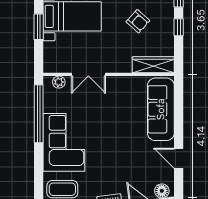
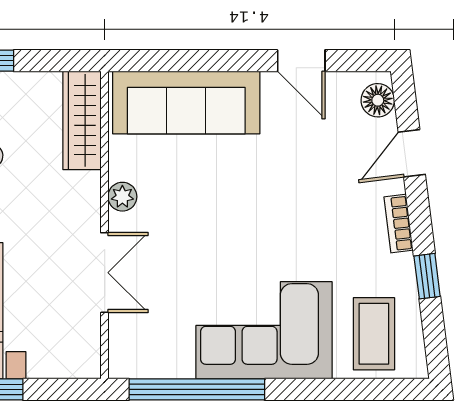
plant: (59, 82) -> (122, 197), moved
door: (179, 158) -> (301, 61), hinge flipped

